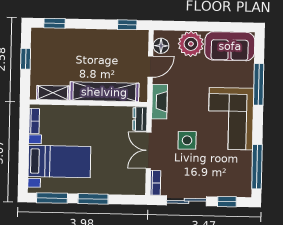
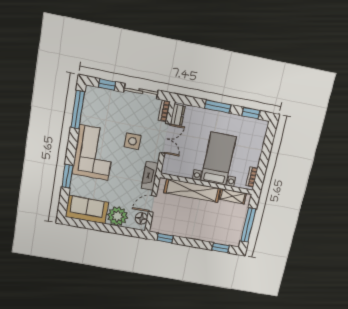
window: (26, 59) -> (248, 225), width x2.17
window: (259, 84) -> (67, 176), width x0.69
dresser: (140, 119) -> (178, 115), moved
bed with nightstands: (59, 162) -> (218, 159), moved, turned 90
window: (52, 198) -> (251, 113), width x0.67

